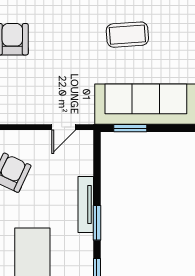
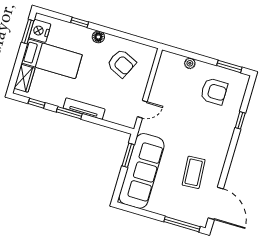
door: (64, 127) -> (142, 109), swing flipped

